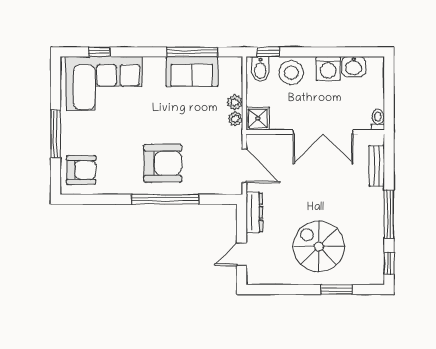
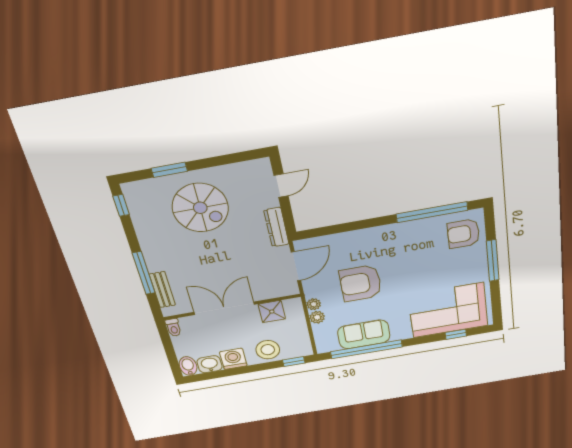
window: (192, 52) -> (366, 349), width x1.46
bidet: (260, 69) -> (188, 366), moved
shower: (258, 118) -> (272, 312), moved
armchair: (163, 163) -> (361, 283), moved
door: (244, 166) -> (296, 266), swing flipped
window: (165, 199) -> (432, 212), moved
window: (389, 214) -> (144, 273), moved

